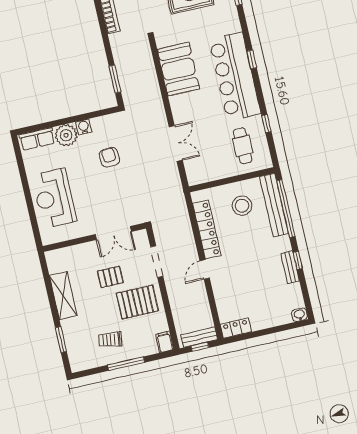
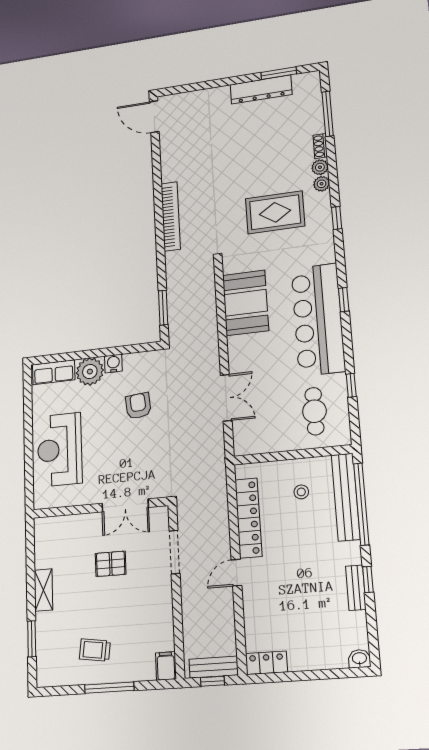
stool: (242, 206) -> (301, 492), width x0.53, depth x0.53
shelving: (63, 296) -> (43, 590), width x0.67, depth x0.75
pallet: (137, 302) -> (139, 604), removed

